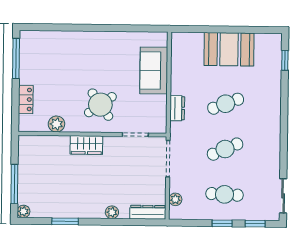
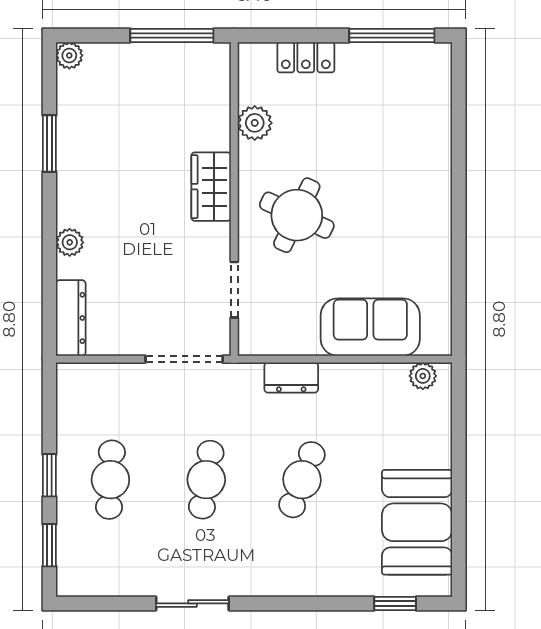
booth: (229, 49) -> (417, 522), moved
cafe table: (226, 104) -> (302, 480), turned 42
round table: (100, 105) -> (297, 215), turned -30
cafe table: (225, 149) -> (206, 480), turned 33
window: (14, 184) -> (172, 36), moved
sliding door: (283, 196) -> (192, 603), moved
plant: (175, 199) -> (423, 376), moved

